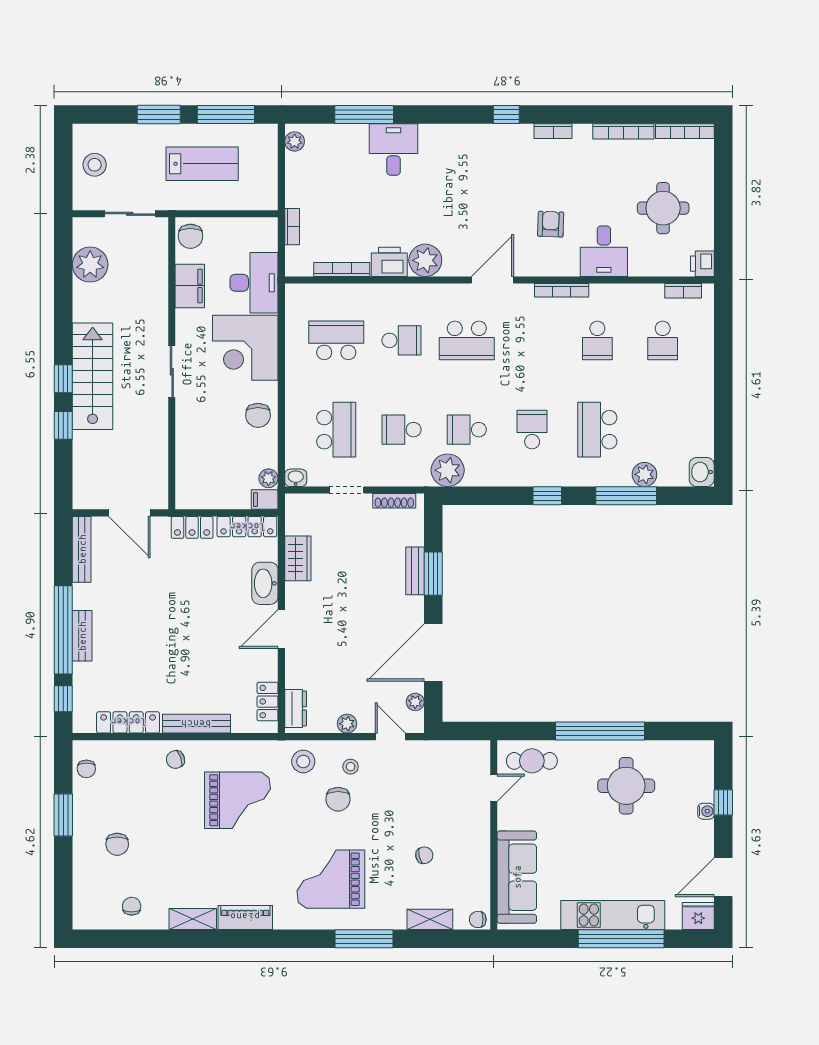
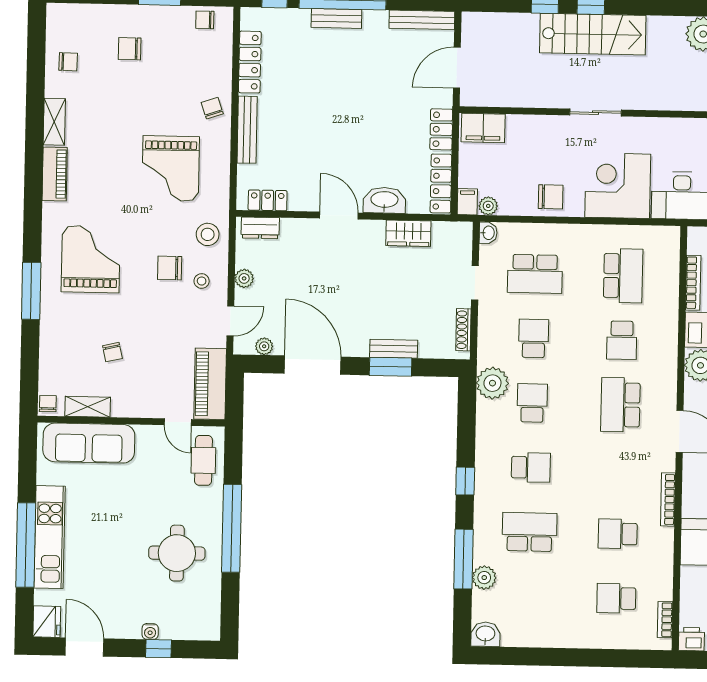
filing cabinet: (190, 286) -> (483, 128), moved
chair: (258, 415) -> (551, 197), turned 180
piano: (454, 756) -> (210, 384), added
shelving: (430, 919) -> (88, 407), moved, turned 90

